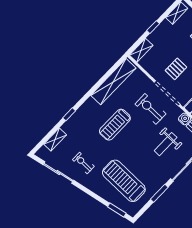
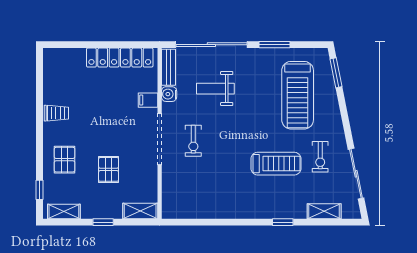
pallet: (176, 69) -> (109, 169), moved, turned 90
shelving: (113, 82) -> (202, 208), removed
exercise bike: (150, 109) -> (193, 141), width x0.73, depth x0.72
treadmill: (115, 125) -> (276, 164), moved
weight bench: (166, 144) -> (215, 89), turned 180

